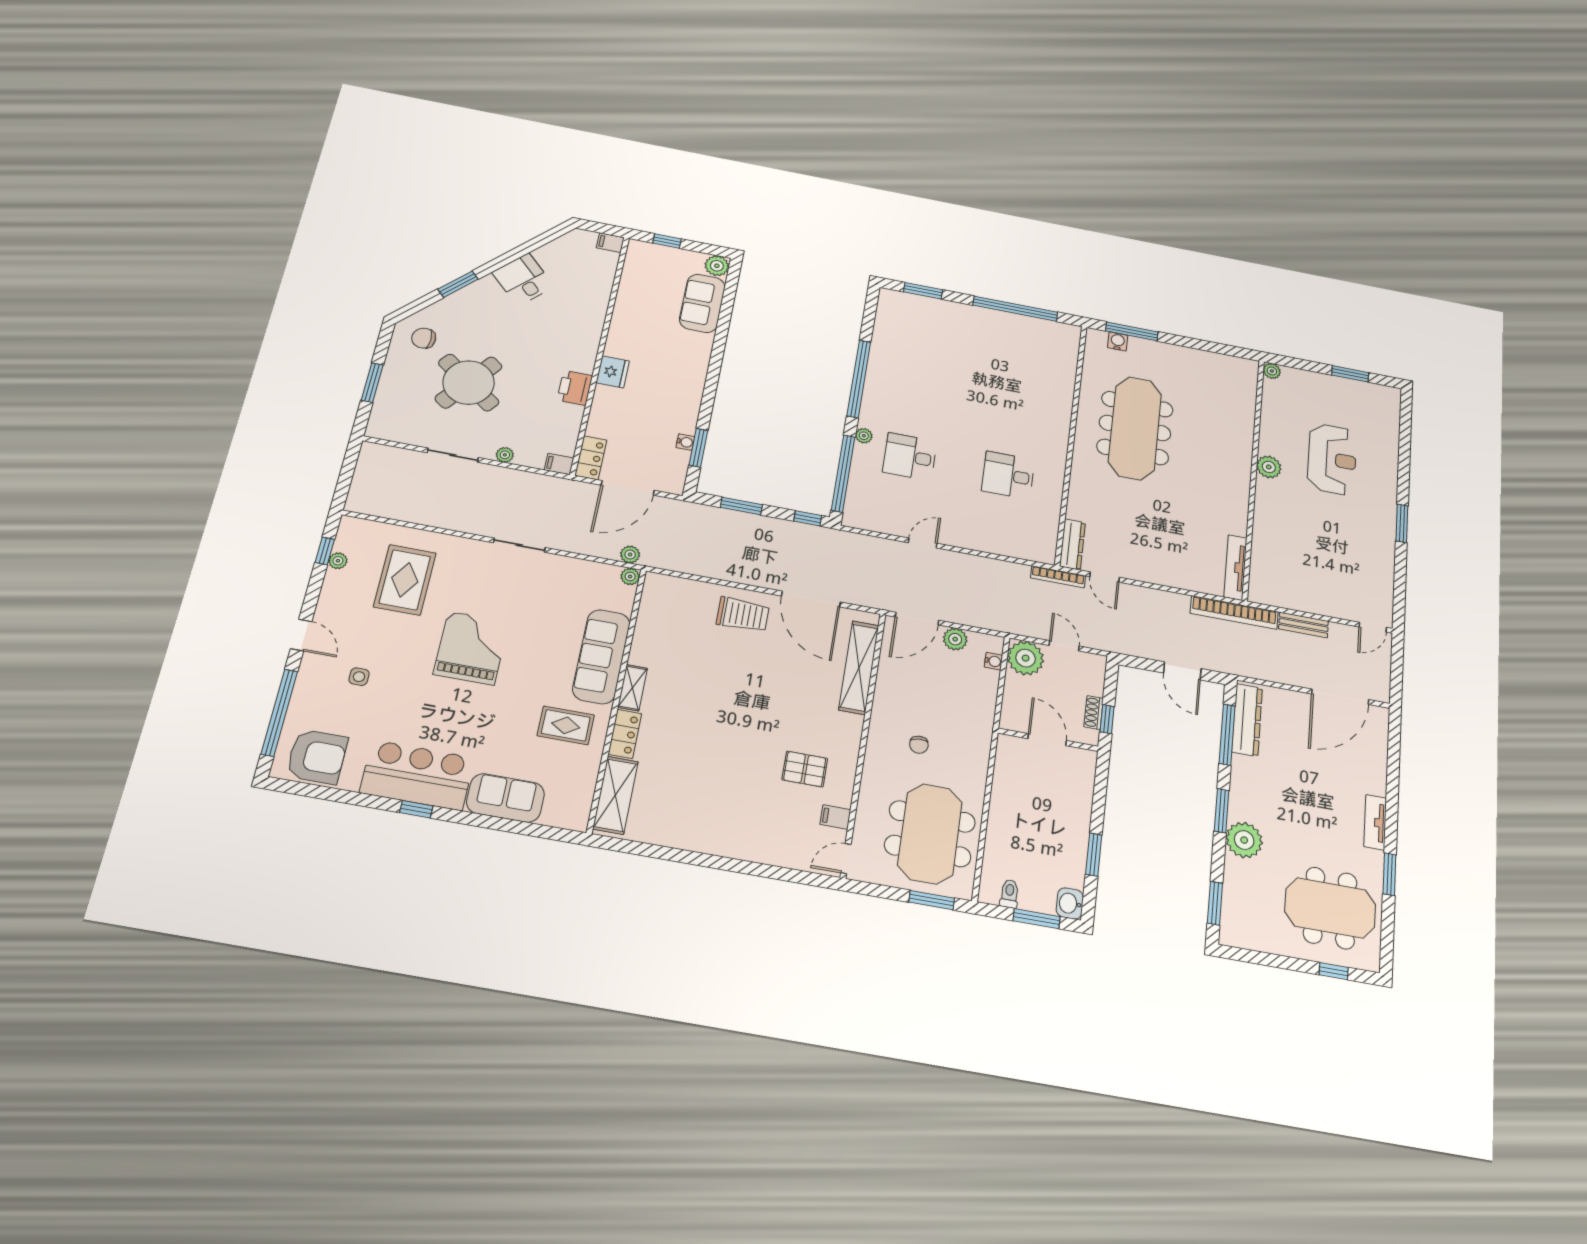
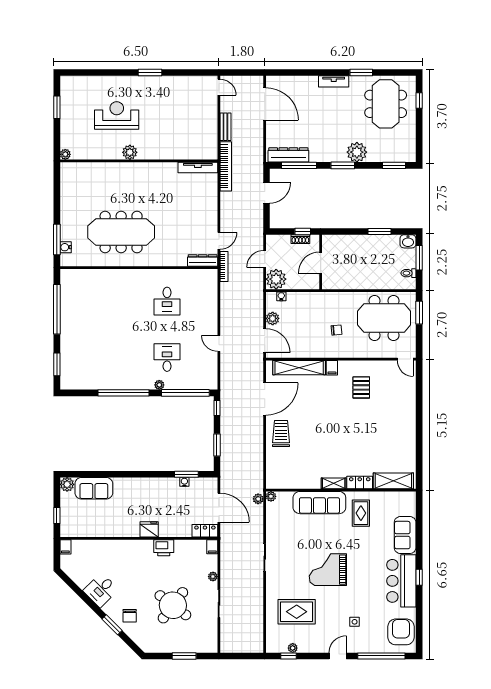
chair: (424, 338) -> (130, 616), moved
desk: (910, 457) -> (167, 358), turned 180
filing cabinet: (835, 817) -> (332, 368), moved

